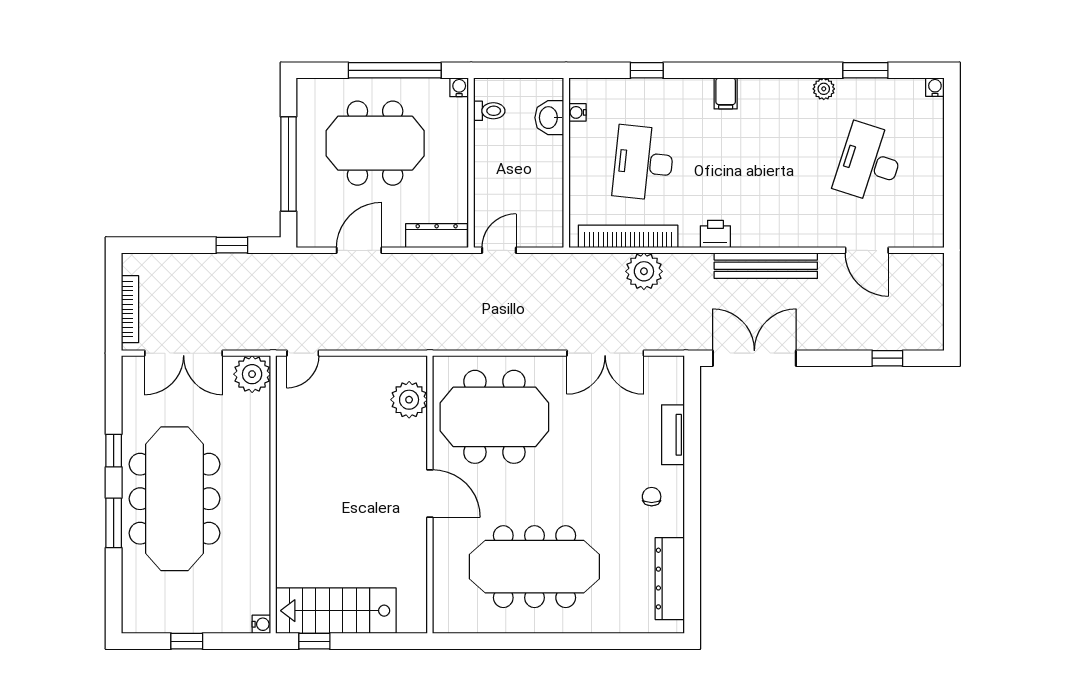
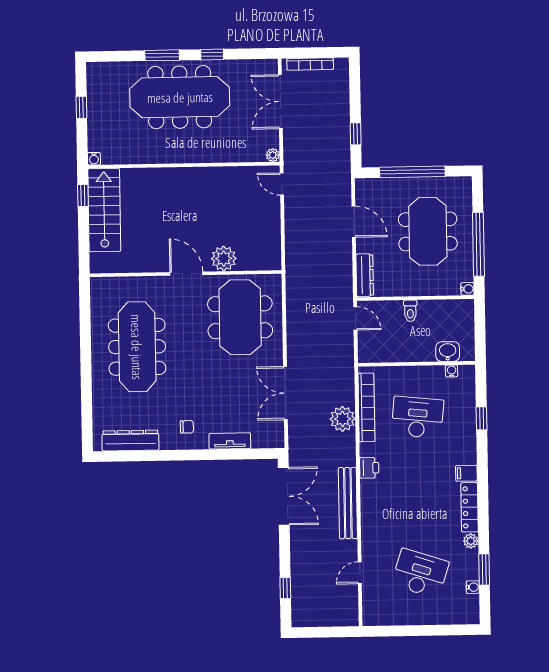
water cooler: (935, 87) -> (473, 587), moved
locker: (775, 90) -> (470, 507), added
toilet: (489, 111) -> (410, 311), moved
door: (867, 250) -> (360, 573), width x0.73
plant: (252, 374) -> (273, 155), width x0.53, depth x0.53
plant: (409, 400) -> (224, 259), moved
door: (430, 494) -> (186, 274), swing flipped

